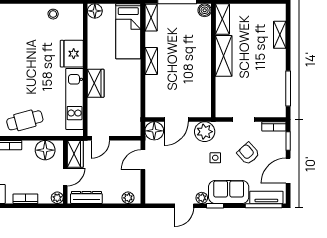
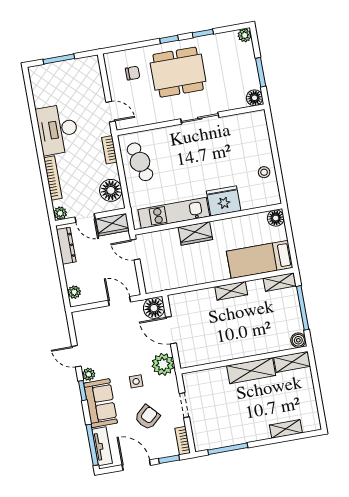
bookcase: (25, 199) -> (53, 178), width x1.56

